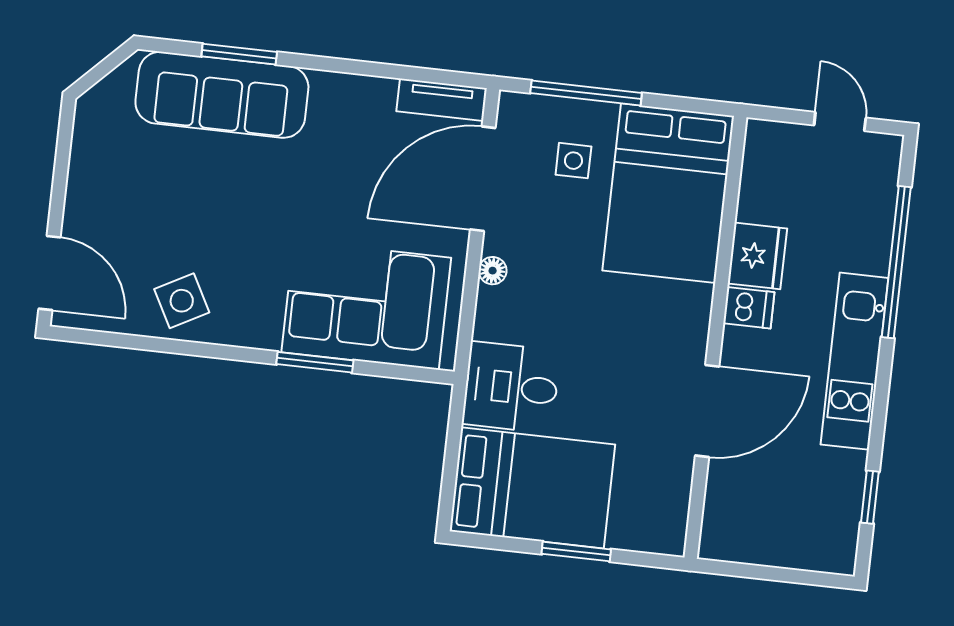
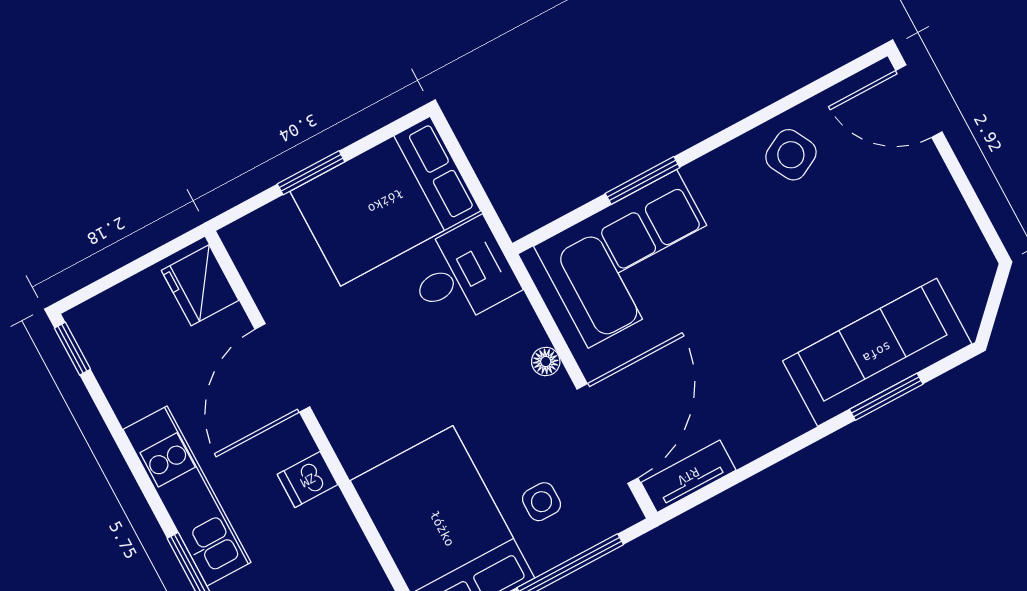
fridge: (757, 256) -> (200, 285), moved
window: (870, 497) -> (72, 349), moved

